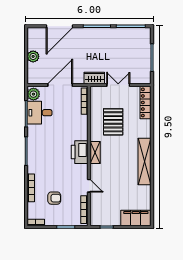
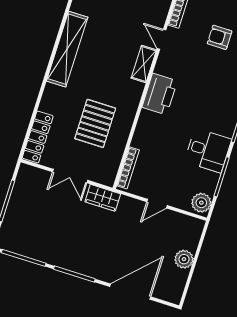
door: (60, 85) -> (157, 204), width x0.53
desk: (40, 113) -> (208, 150), moved
shelving: (95, 152) -> (144, 64), moved

